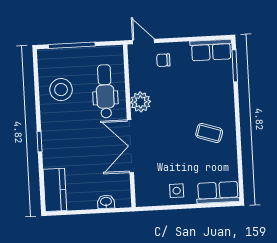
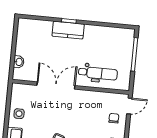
stool: (61, 90) -> (104, 42), removed
plant: (141, 102) -> (86, 97), removed
kitchen counter: (55, 190) -> (68, 30), moved

